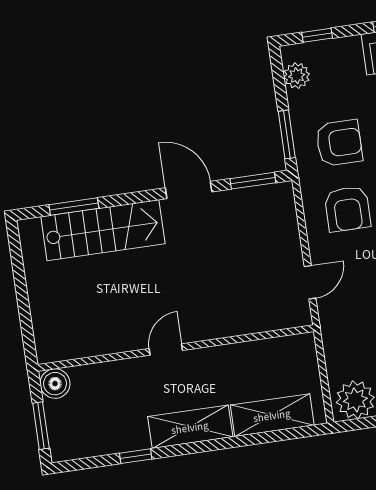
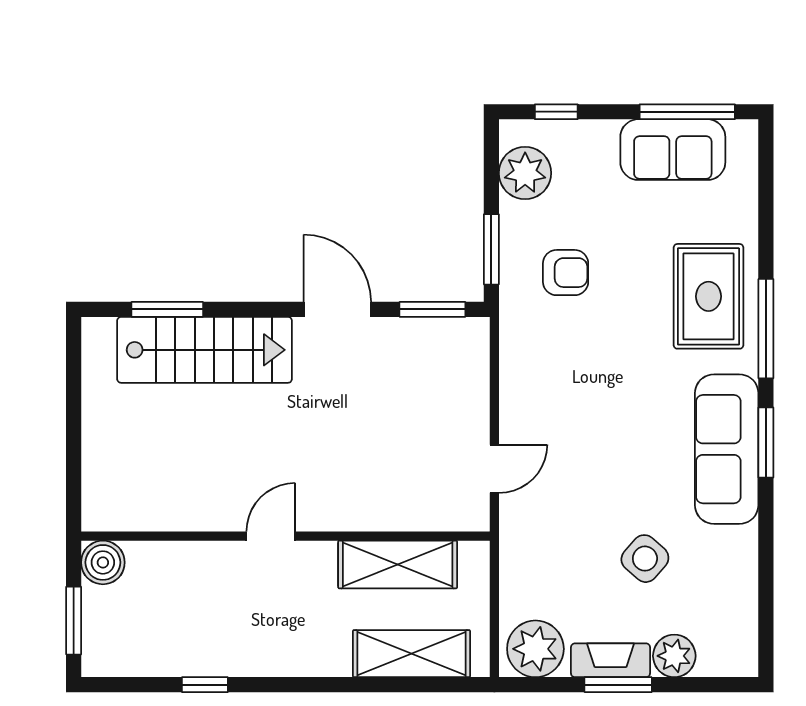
plant: (297, 76) -> (525, 173), width x1.36, depth x1.36
armchair: (339, 143) -> (566, 273), width x0.72, depth x0.72
armchair: (347, 209) -> (564, 370), removed
shelving: (190, 427) -> (398, 564), moved

